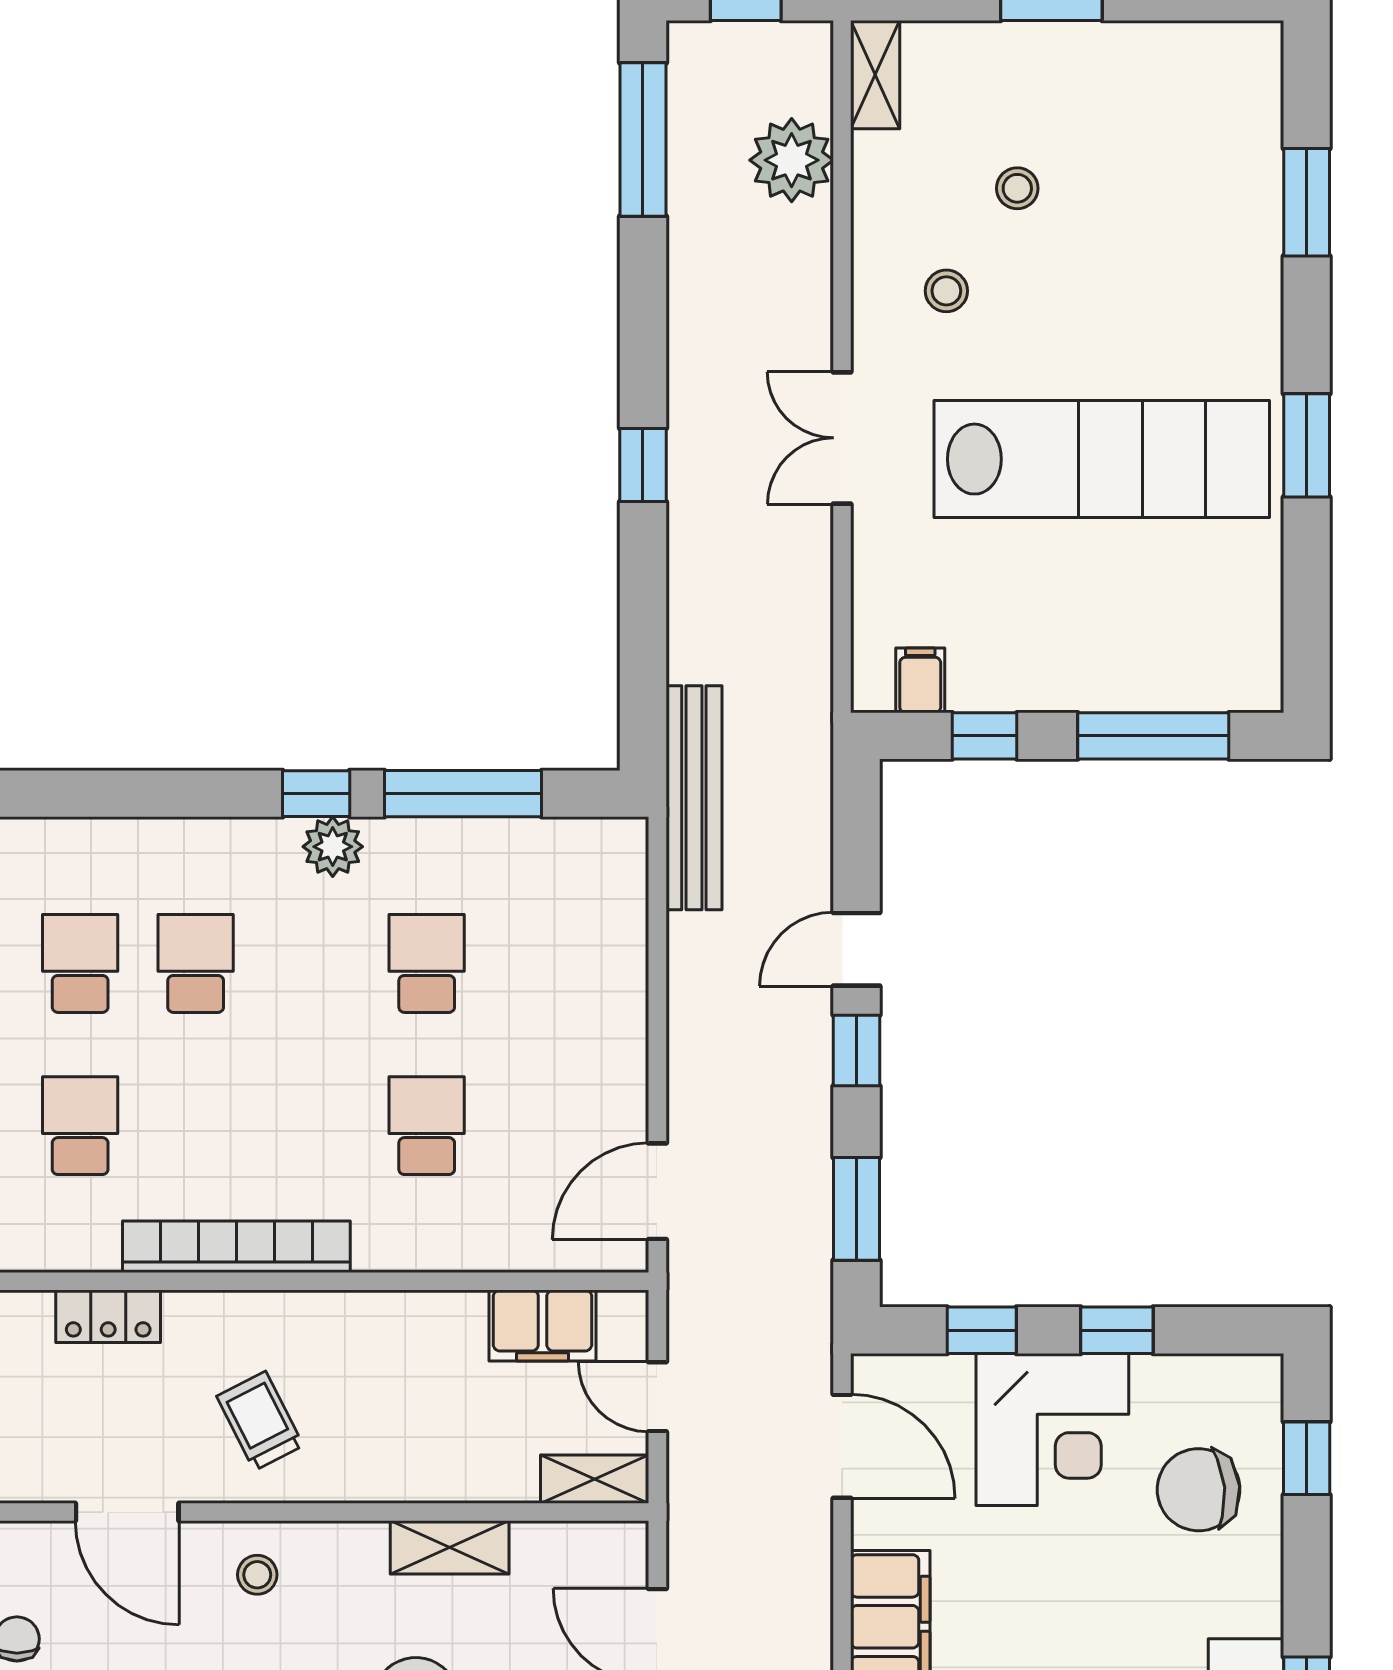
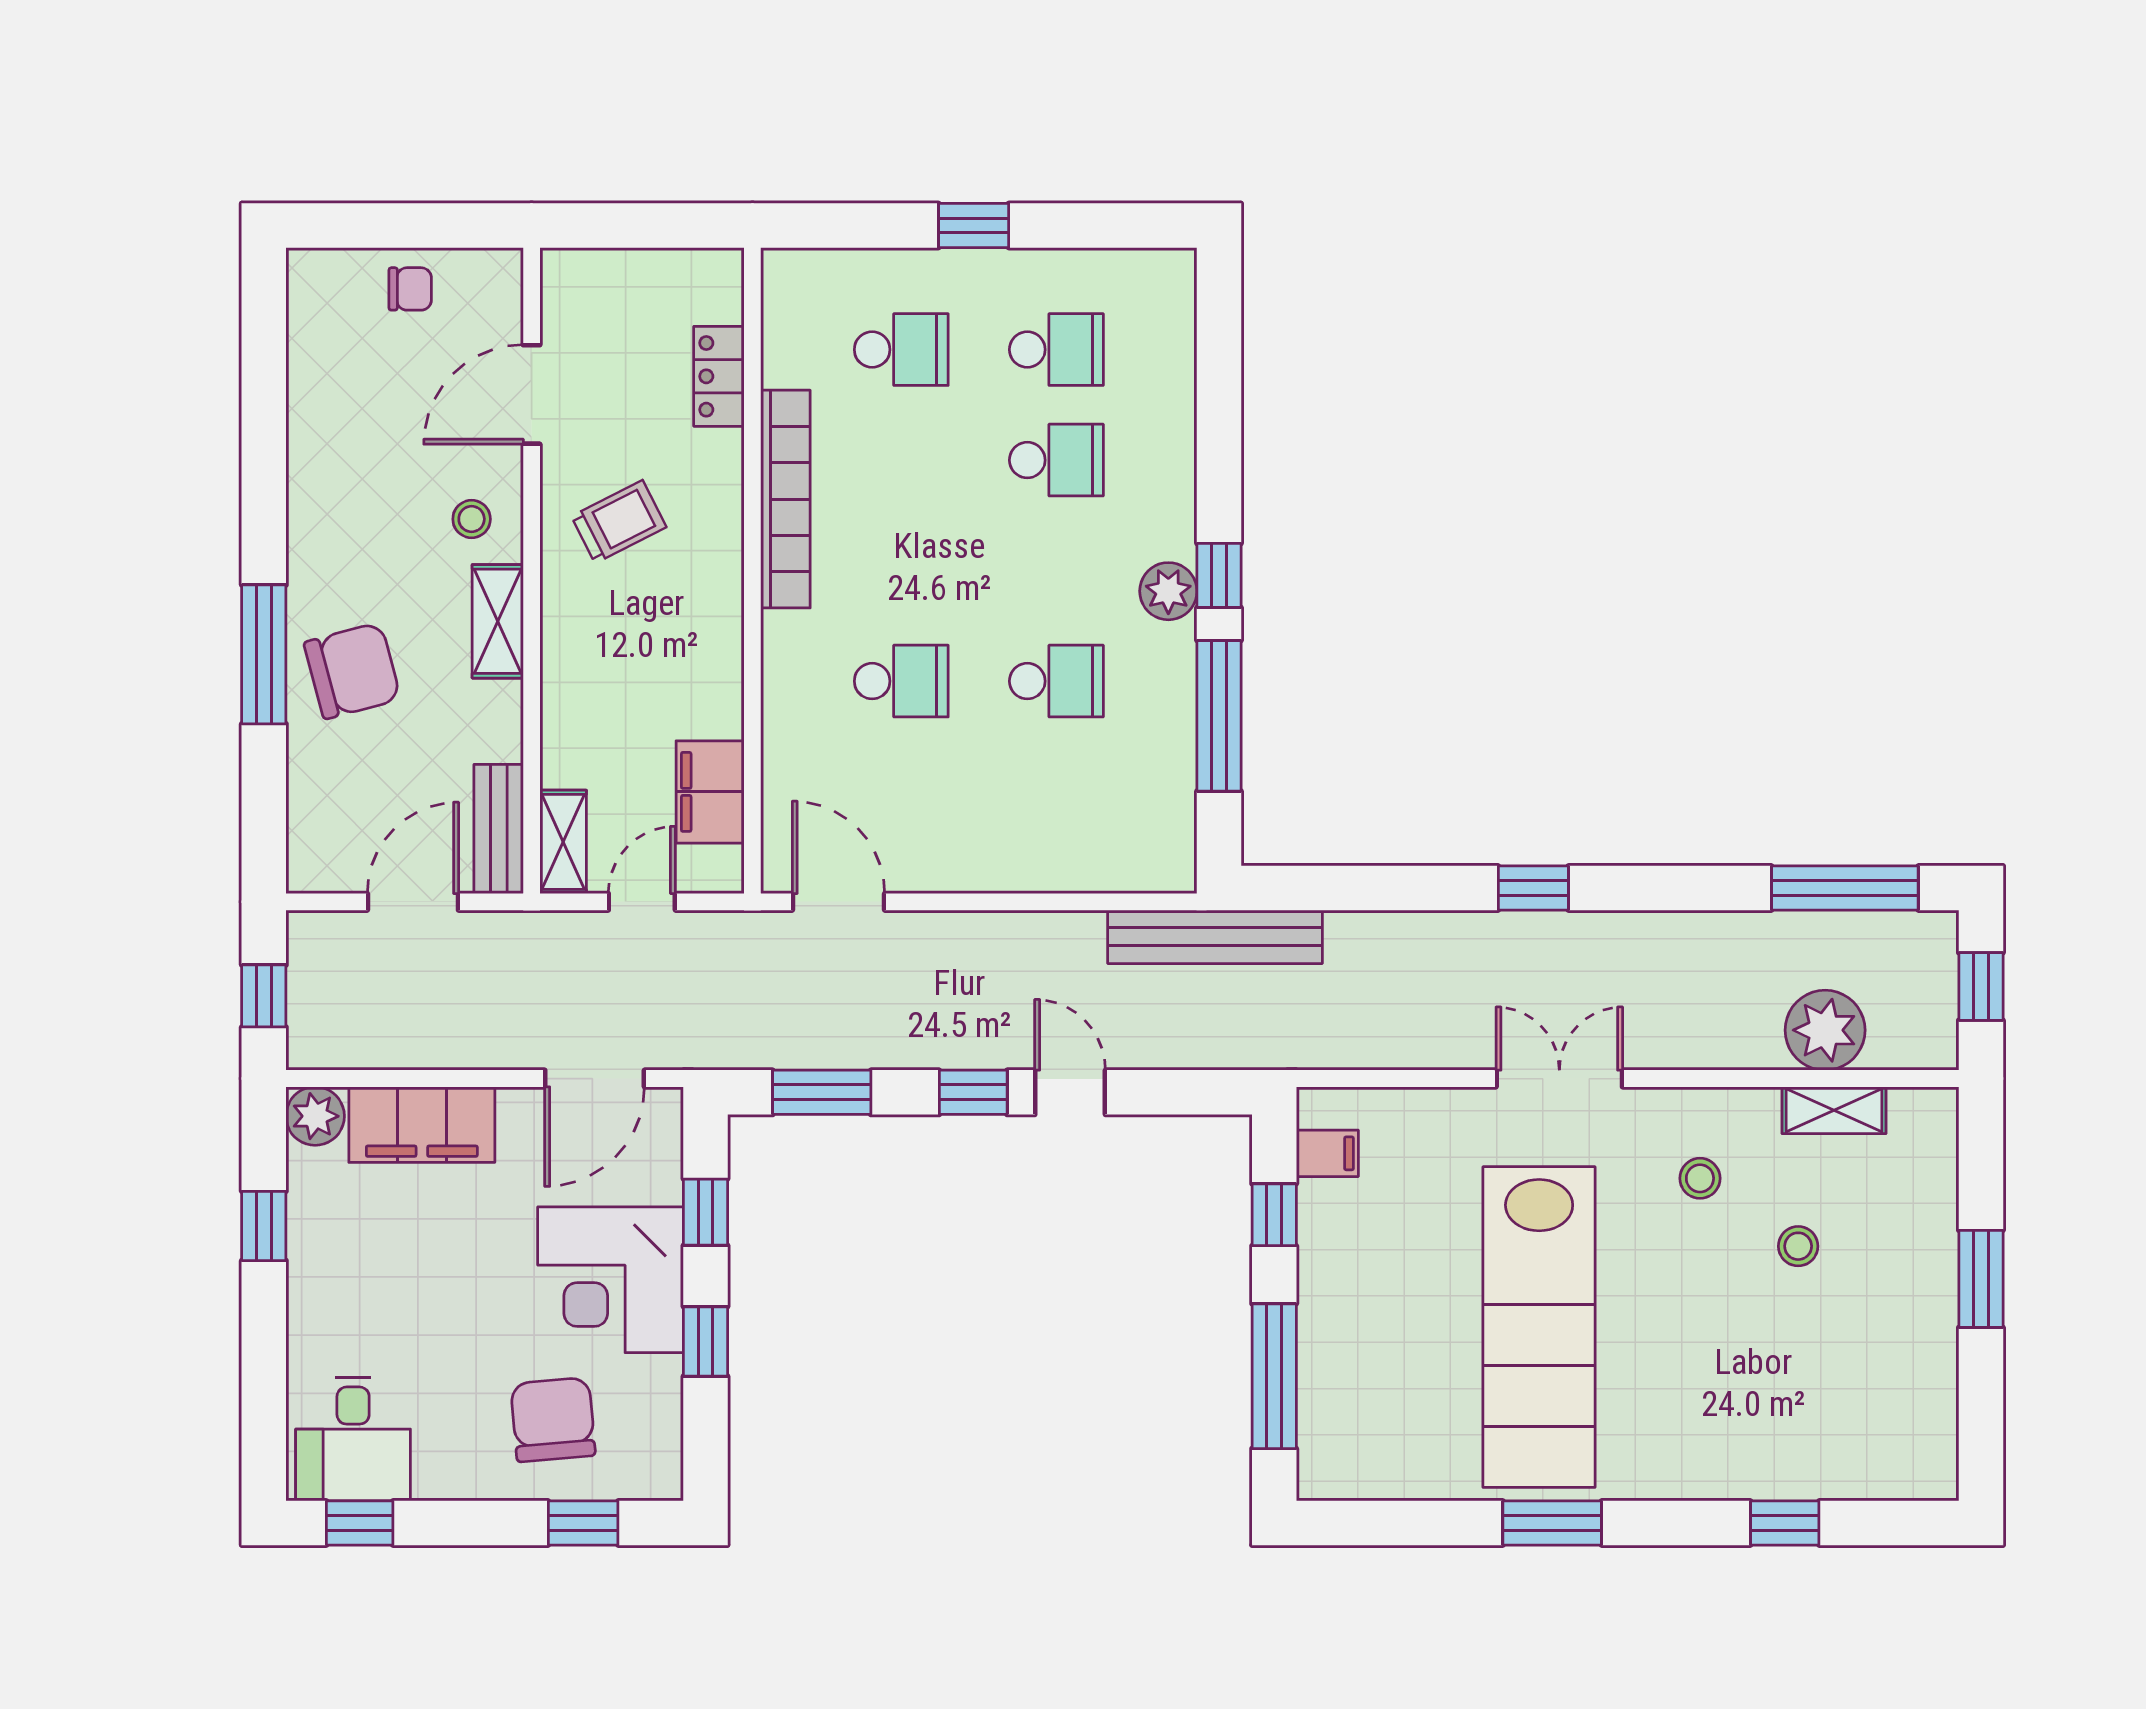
shelving: (875, 75) -> (1834, 1110), moved
window: (1307, 202) -> (1785, 1523), width x0.67
bench: (581, 1546) -> (499, 829), added
shelving: (450, 1547) -> (498, 621), moved

